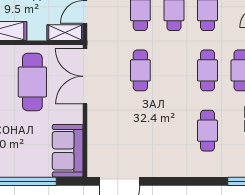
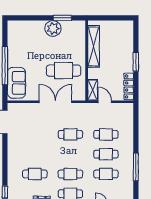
double door: (85, 76) -> (55, 102), moved
sofa: (68, 151) -> (16, 83), moved, turned 90

